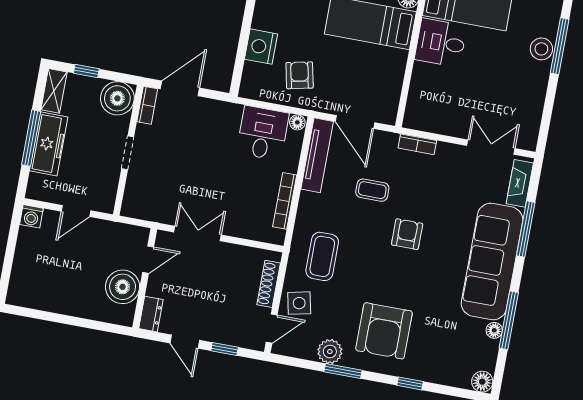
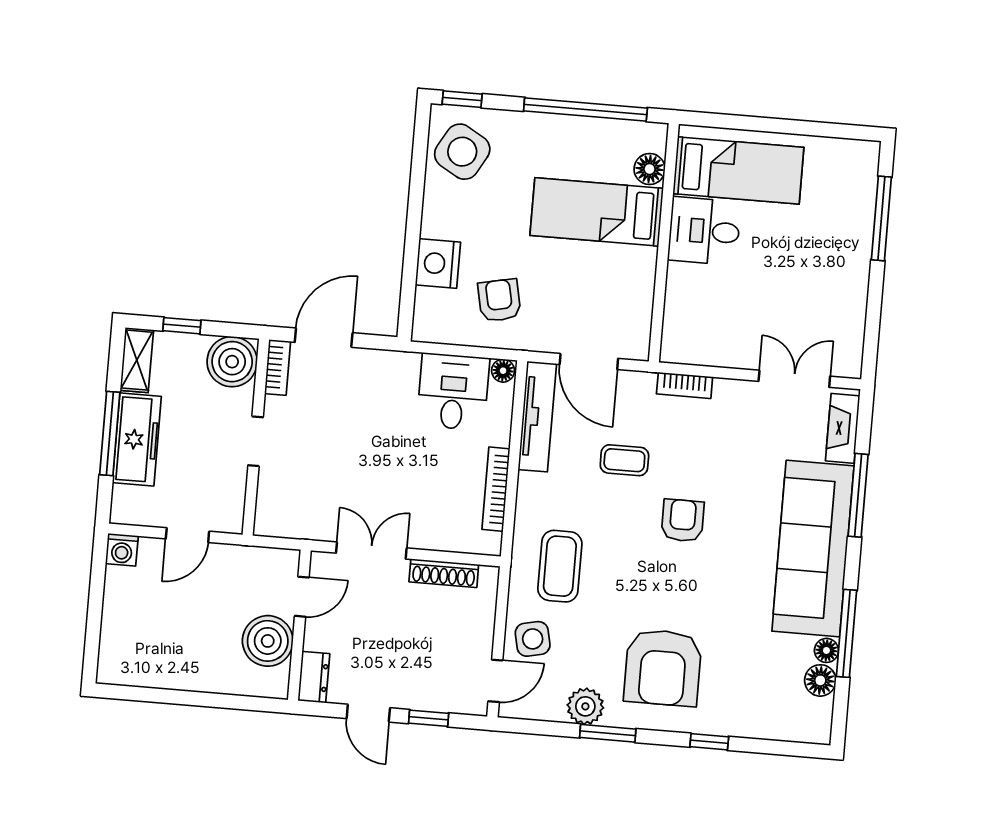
stool: (541, 49) -> (855, 225), removed
shoe rack: (269, 284) -> (444, 573), moved, turned -90
floor lamp: (482, 382) -> (820, 680), moved

